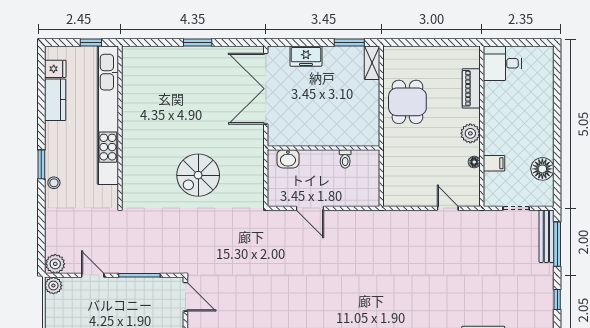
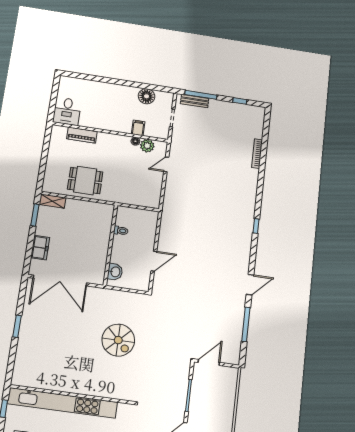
plant: (470, 133) -> (147, 146), moved
bench: (546, 236) -> (195, 101), width x0.73

